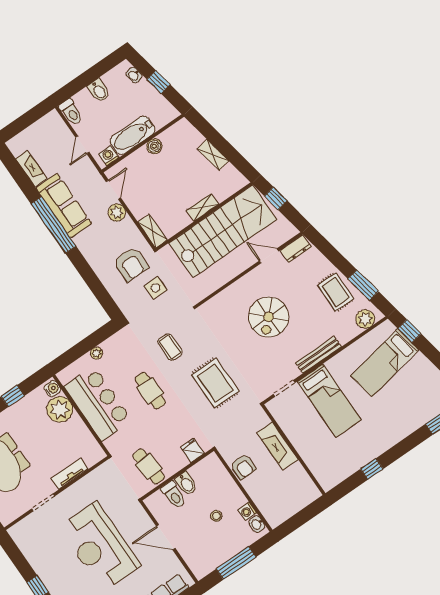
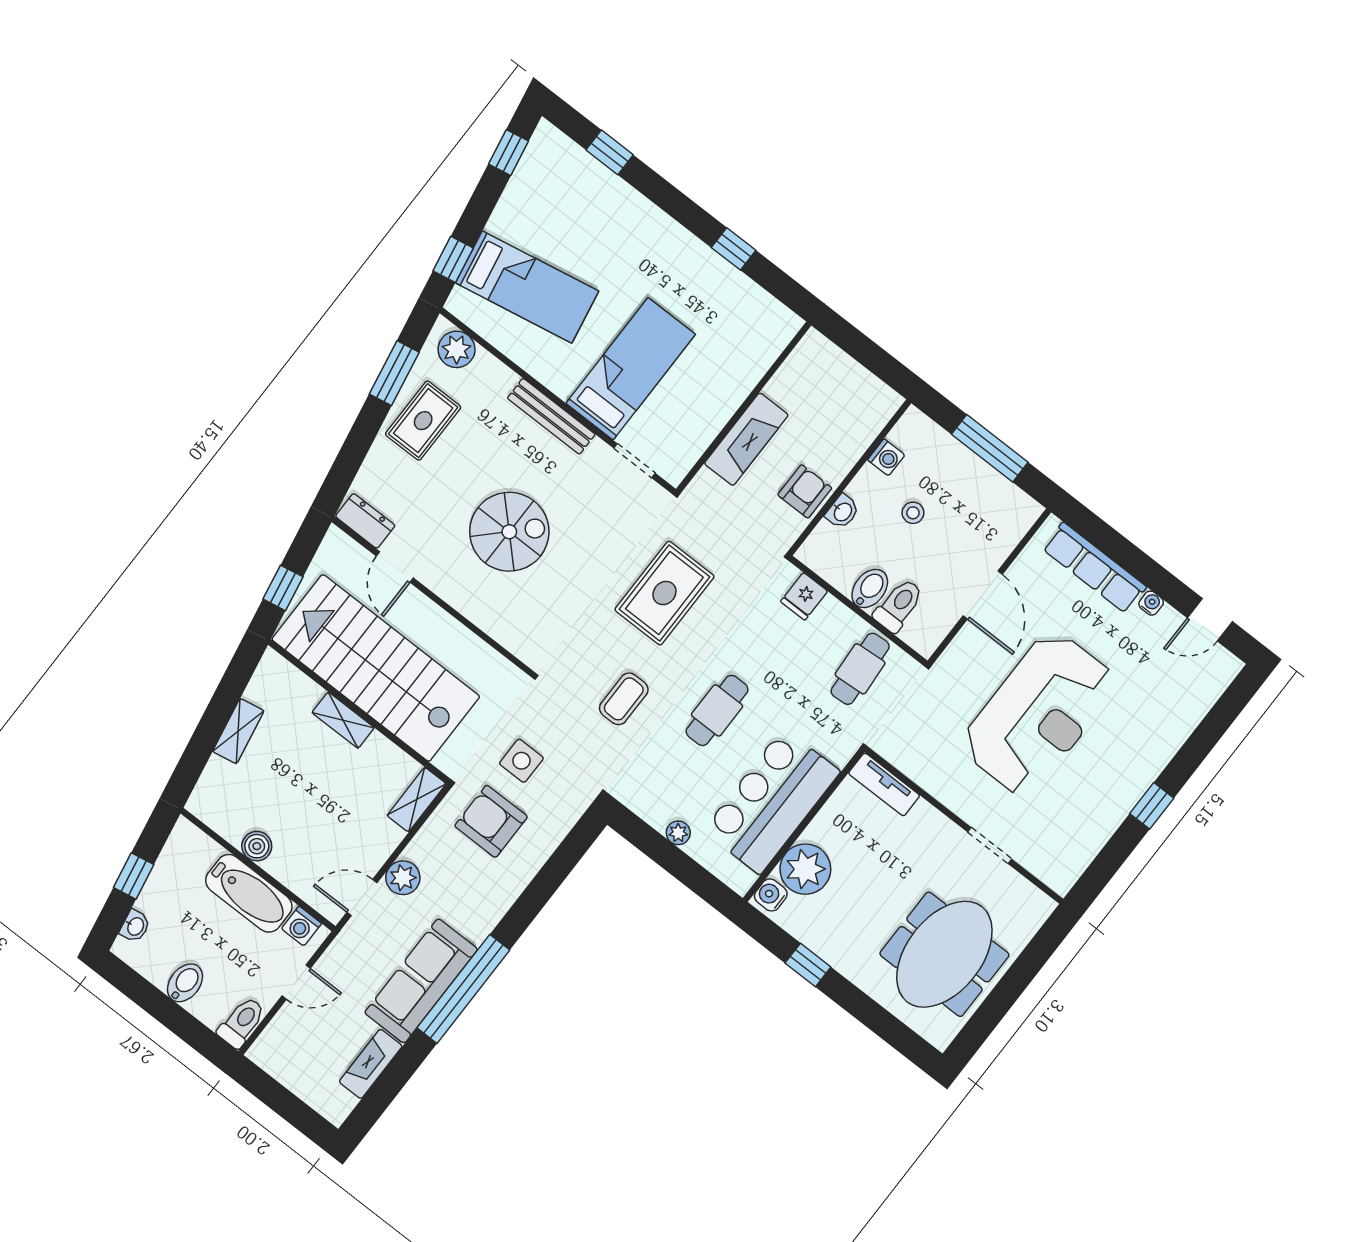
armchair: (131, 264) -> (491, 821), turned -90
tv unit: (70, 474) -> (884, 784), moved
washbasin: (257, 524) -> (842, 512), moved

